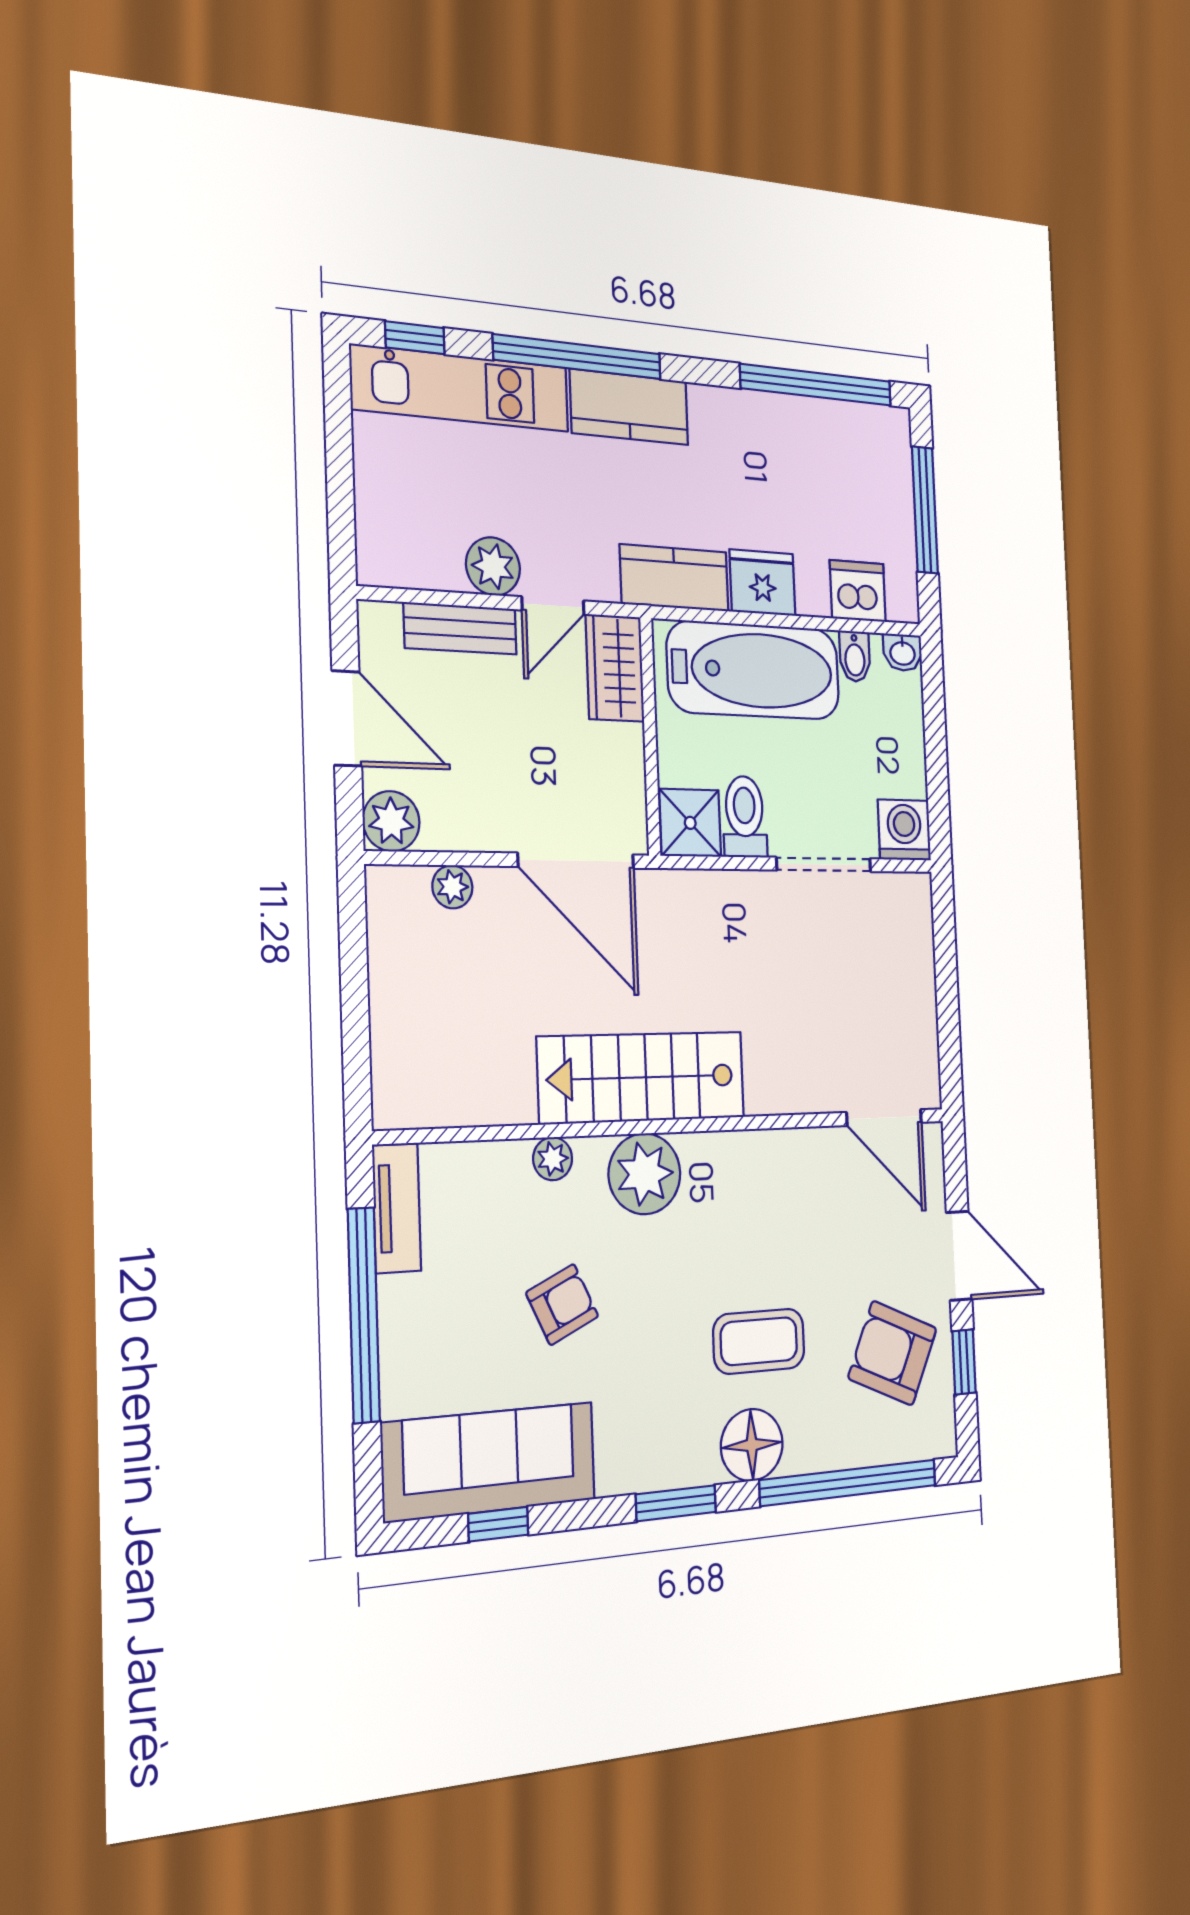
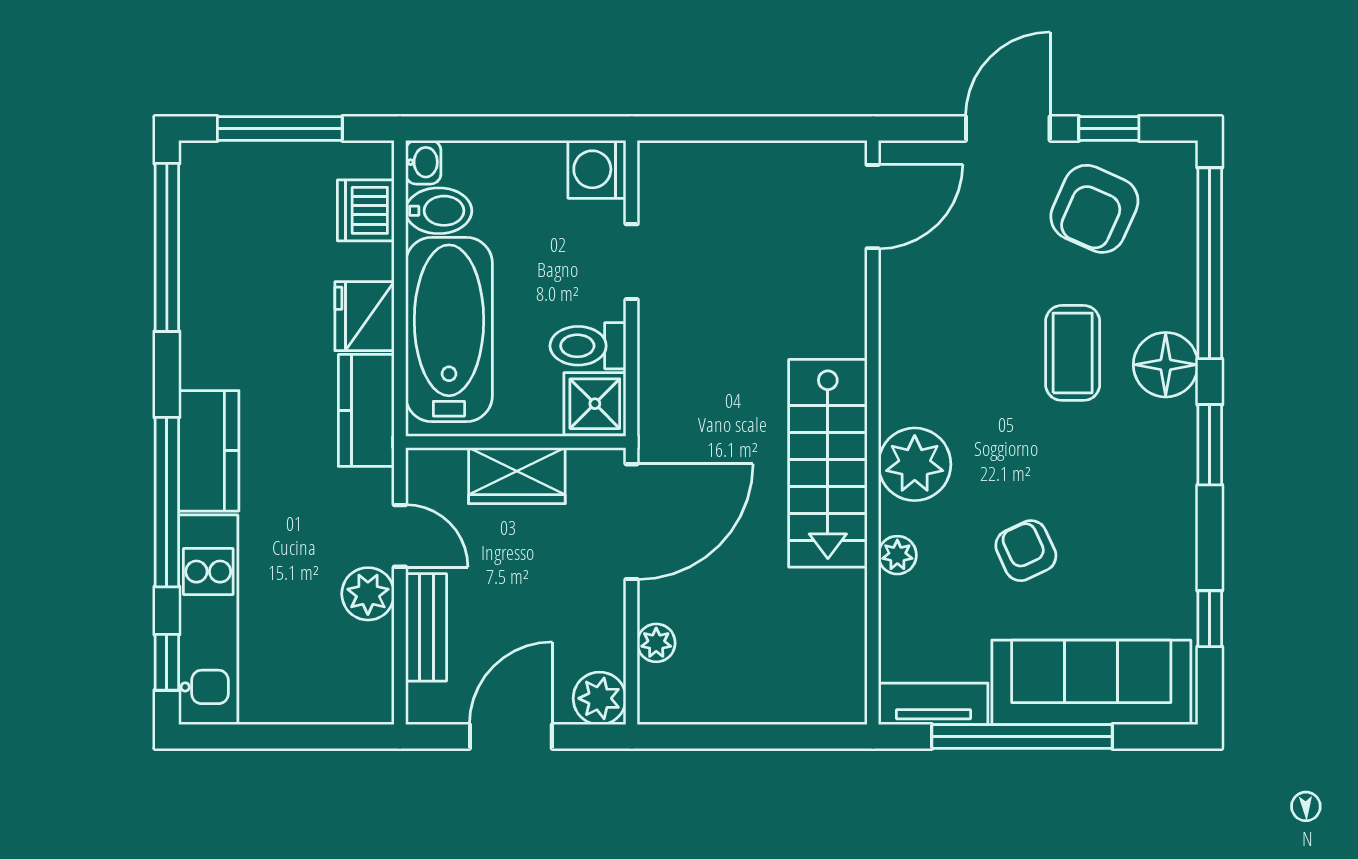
bidet: (855, 656) -> (439, 211), width x1.38, depth x1.36
wardrobe: (615, 668) -> (517, 476), moved
doorway: (824, 864) -> (632, 262), width x0.73
sofa: (489, 1462) -> (1091, 682), moved, turned 90

